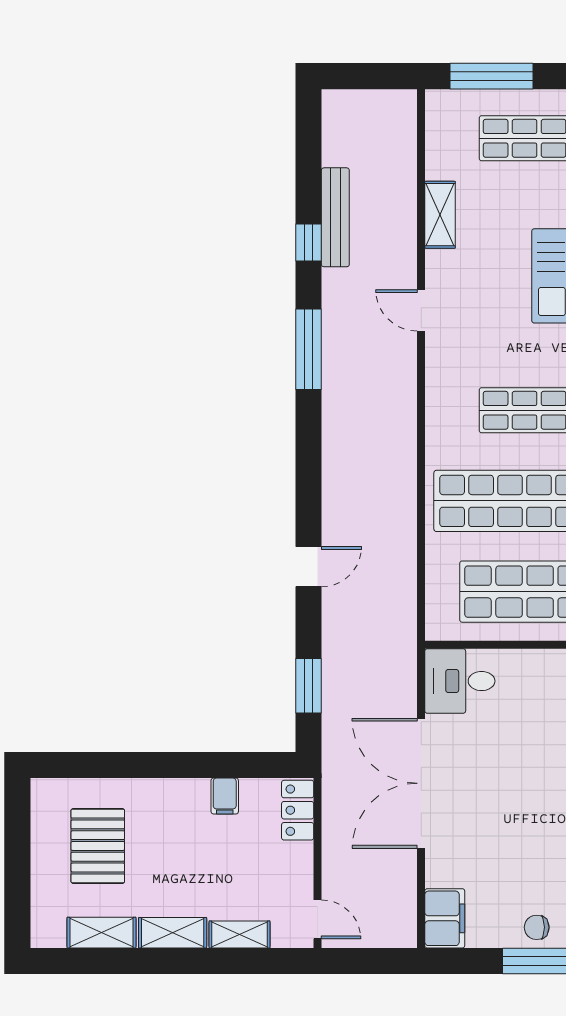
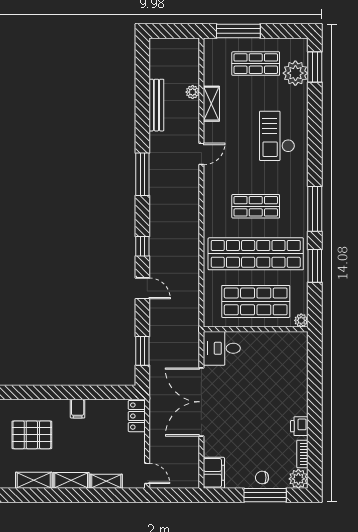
plant: (404, 193) -> (193, 92), added
window: (309, 243) -> (142, 246), moved
door: (421, 310) -> (201, 154), swing flipped
door: (309, 567) -> (142, 288), hinge flipped
filing cabinet: (225, 796) -> (78, 409), moved
pallet: (98, 846) -> (32, 435), turned 90

